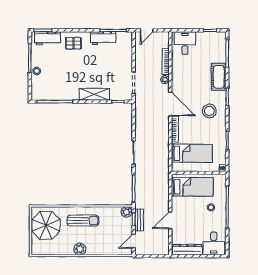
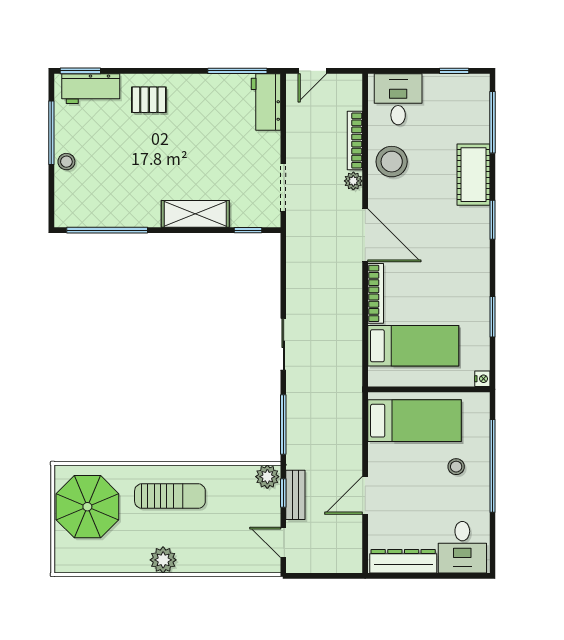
workbench: (103, 38) -> (266, 102), moved, turned 90
stool: (209, 111) -> (392, 162), moved
door: (134, 241) -> (283, 542), hinge flipped

